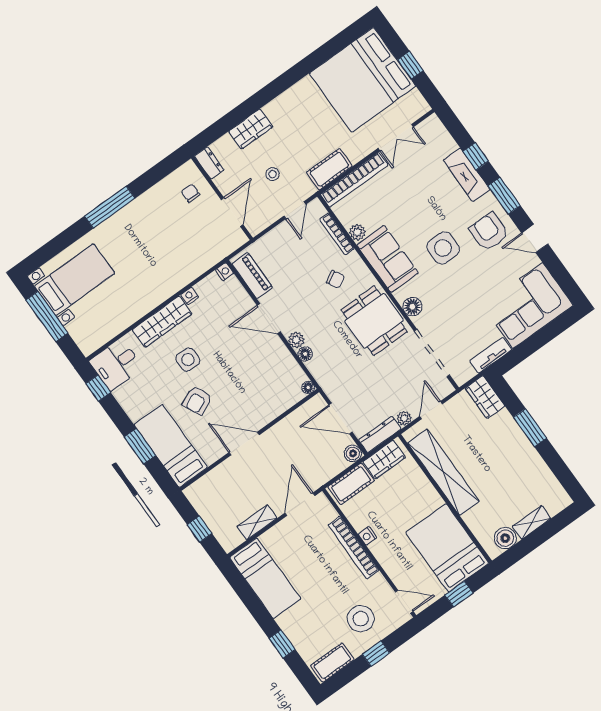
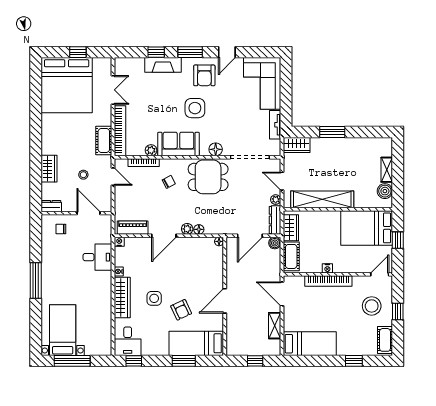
armchair: (489, 232) -> (204, 75), turned -90
desk: (188, 259) -> (97, 257), added

